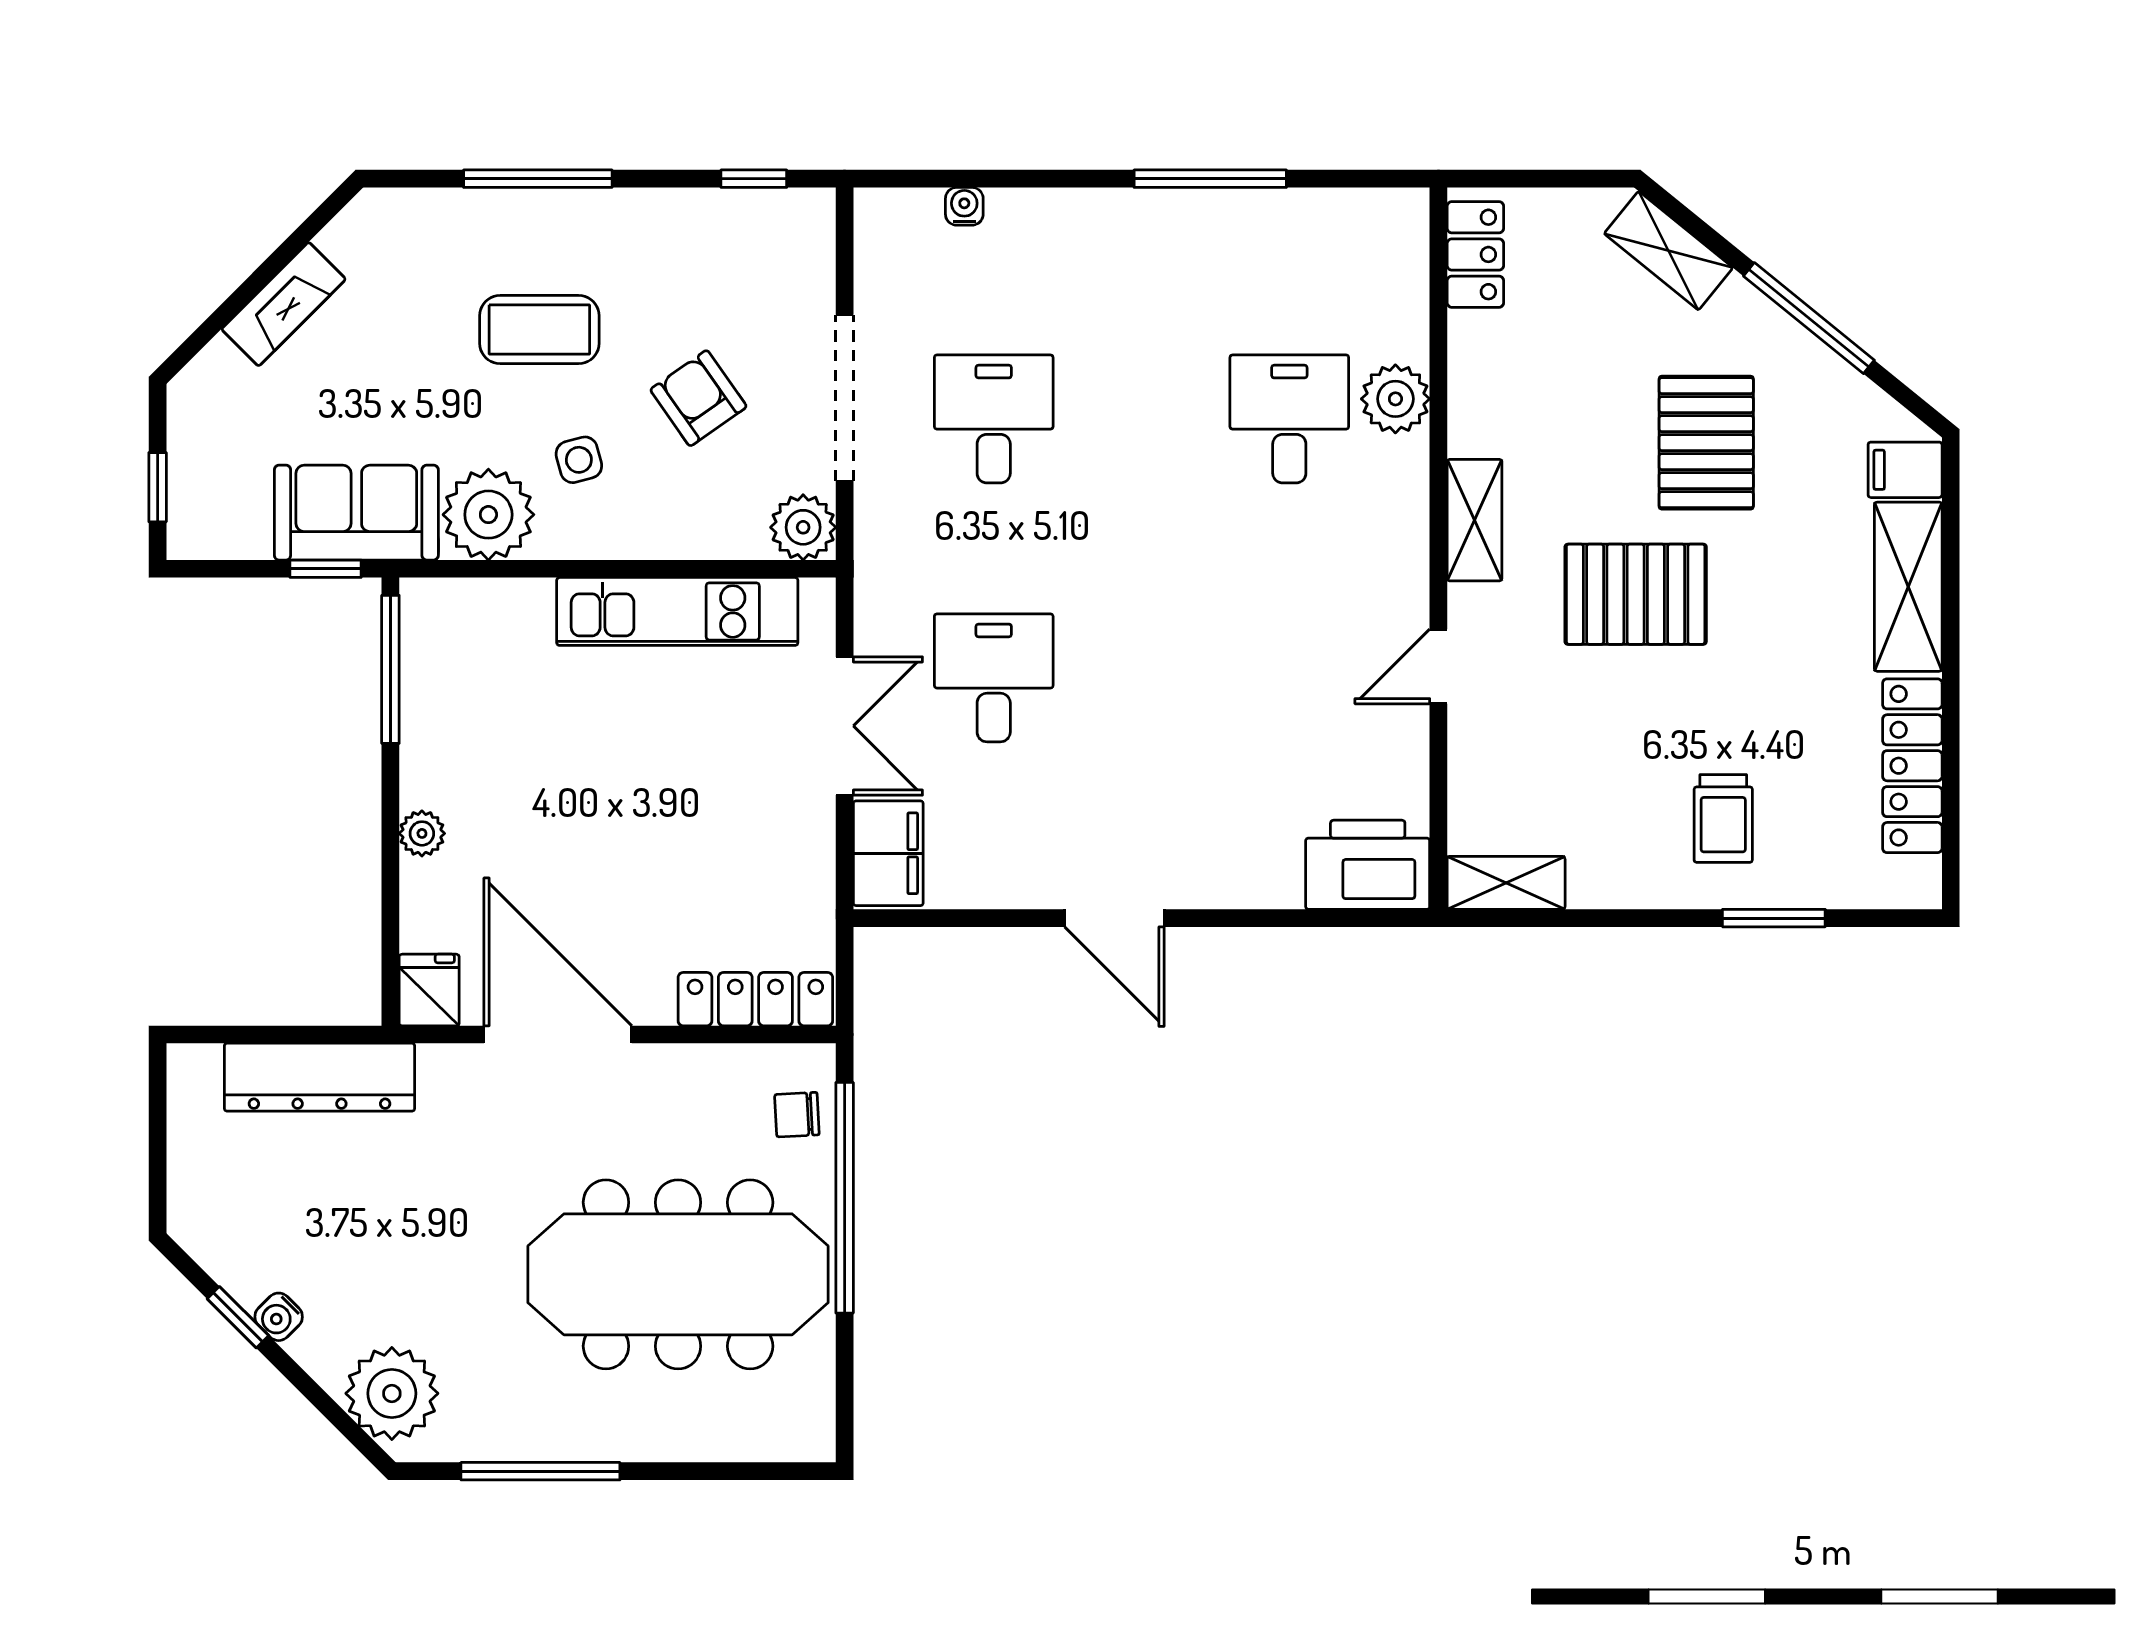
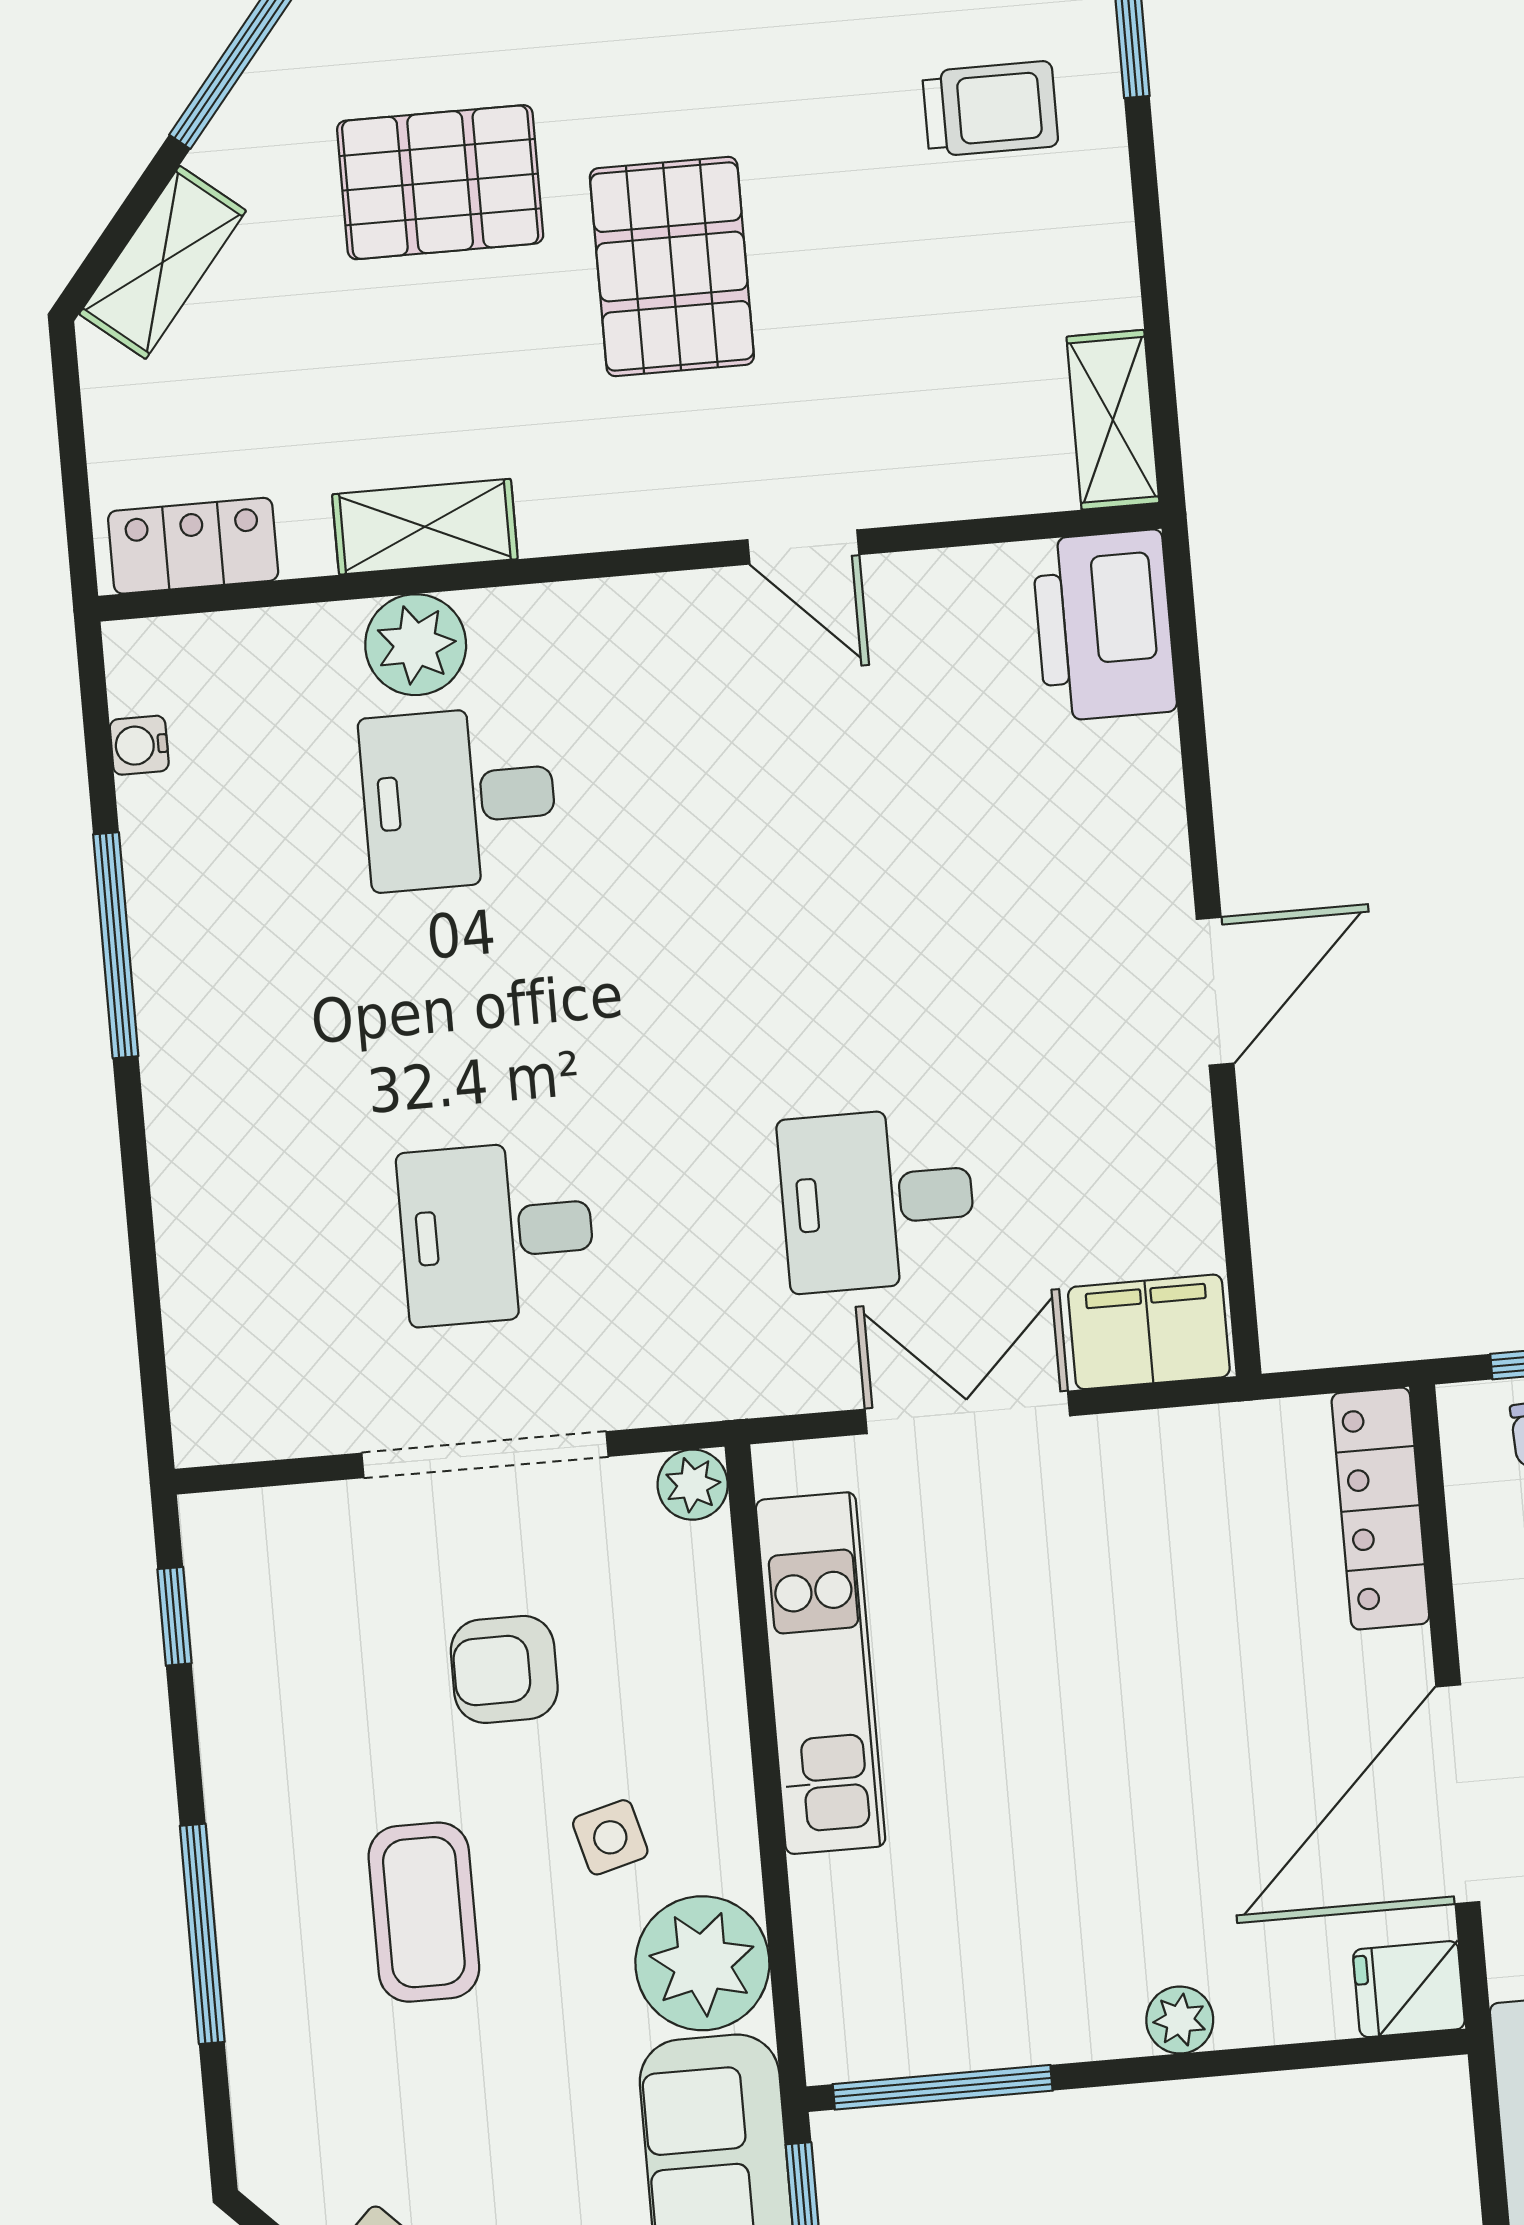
water cooler: (964, 206) -> (139, 745), moved
armchair: (698, 398) -> (504, 1669), turned 35
shelving: (1475, 520) -> (425, 527), moved
plant: (803, 527) -> (693, 1485), width x0.73, depth x0.73

